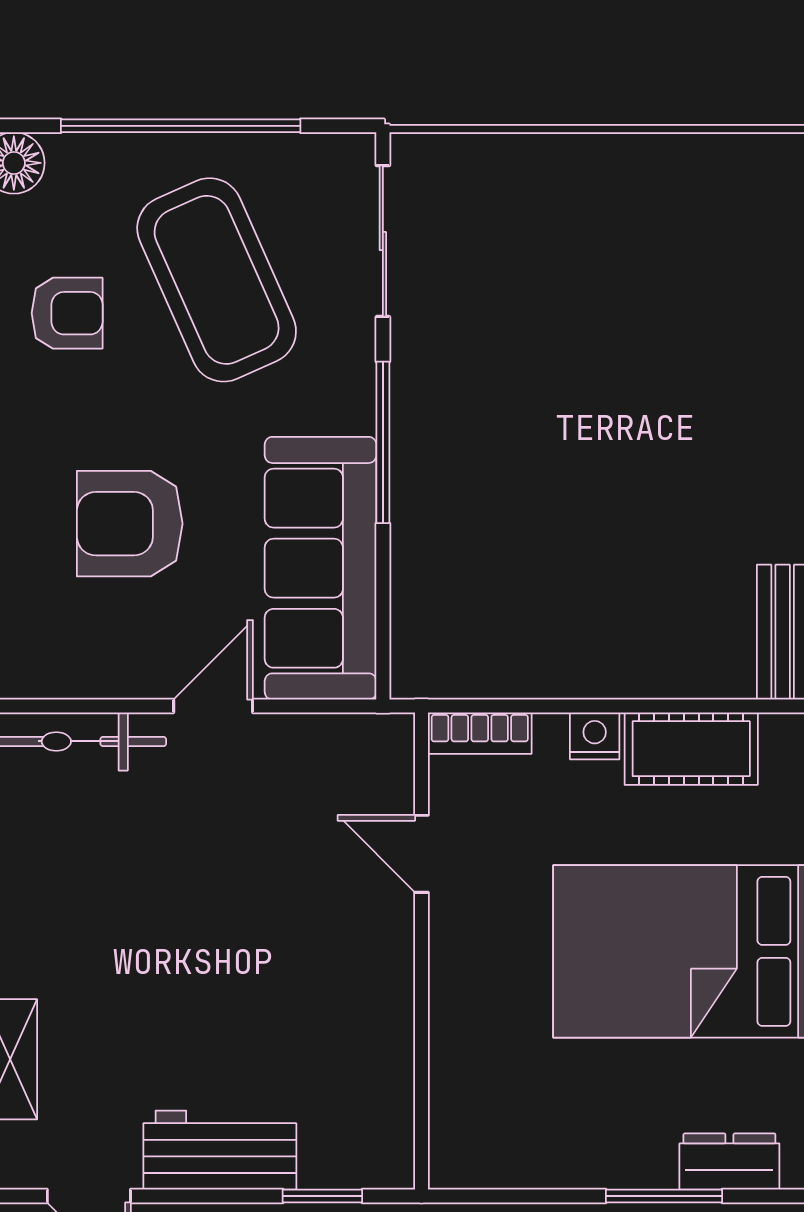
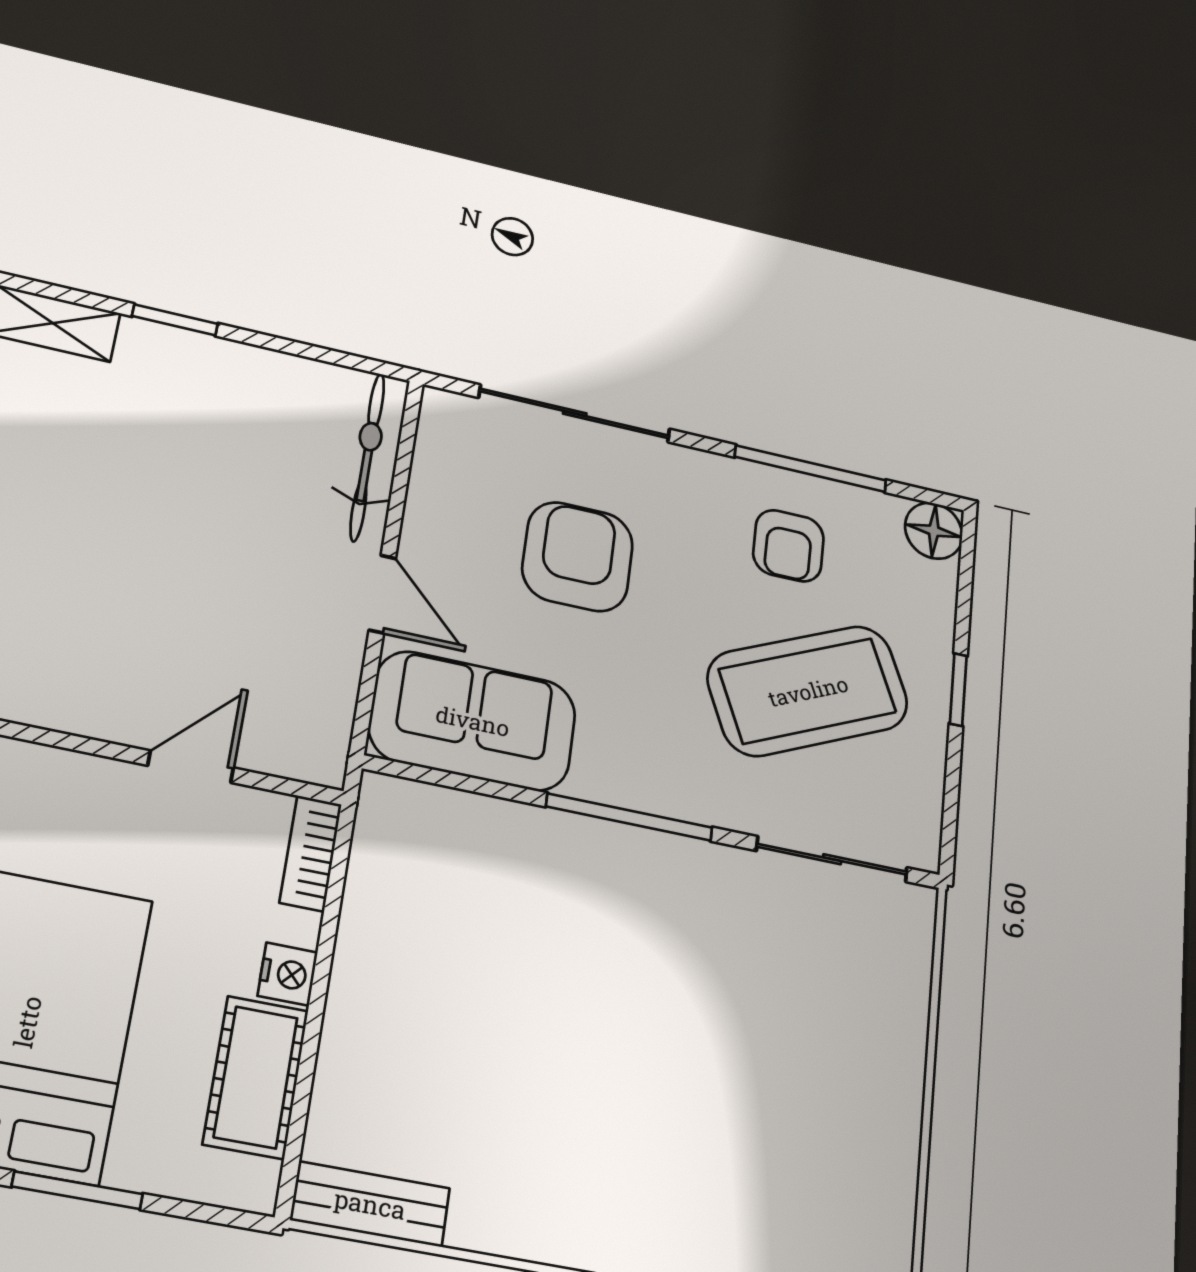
window: (181, 126) -> (958, 690), width x0.32
sofa: (321, 568) -> (473, 721), width x0.73

